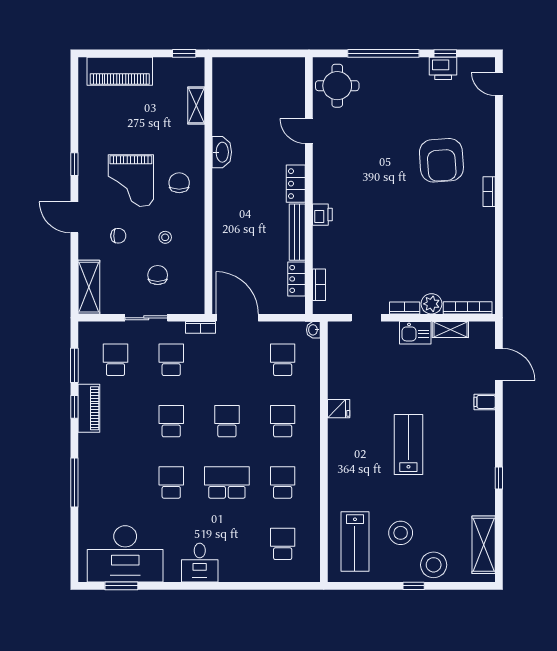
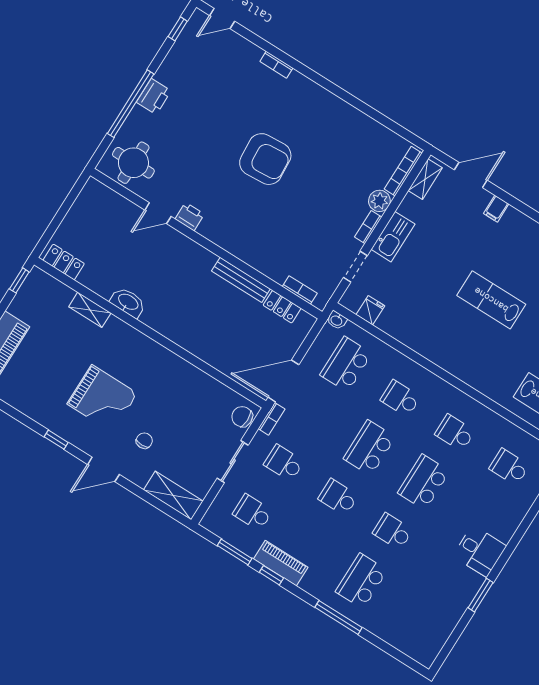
window: (445, 53) -> (178, 29), moved
printer: (443, 68) -> (154, 96), moved
shelving: (196, 105) -> (90, 310), moved
armchair: (441, 160) -> (265, 159), moved
chair: (179, 183) -> (131, 357), removed
locker: (296, 184) -> (64, 262), moved, turned 180
bookcase: (489, 192) -> (276, 65), moved
printer: (322, 215) -> (190, 217), moved
stool: (165, 237) -> (172, 400), removed
chair: (158, 275) -> (242, 417), moved
shelving: (450, 330) -> (425, 179), moved
kitchen sink: (415, 333) -> (393, 237), width x1.38
school desk: (283, 360) -> (346, 364), width x1.85
fridge: (339, 409) -> (370, 310), moved
school desk: (227, 421) -> (369, 448), width x1.85
school desk: (115, 483) -> (361, 581), added
desk: (125, 554) -> (430, 612), removed
window: (121, 586) -> (481, 595), moved

